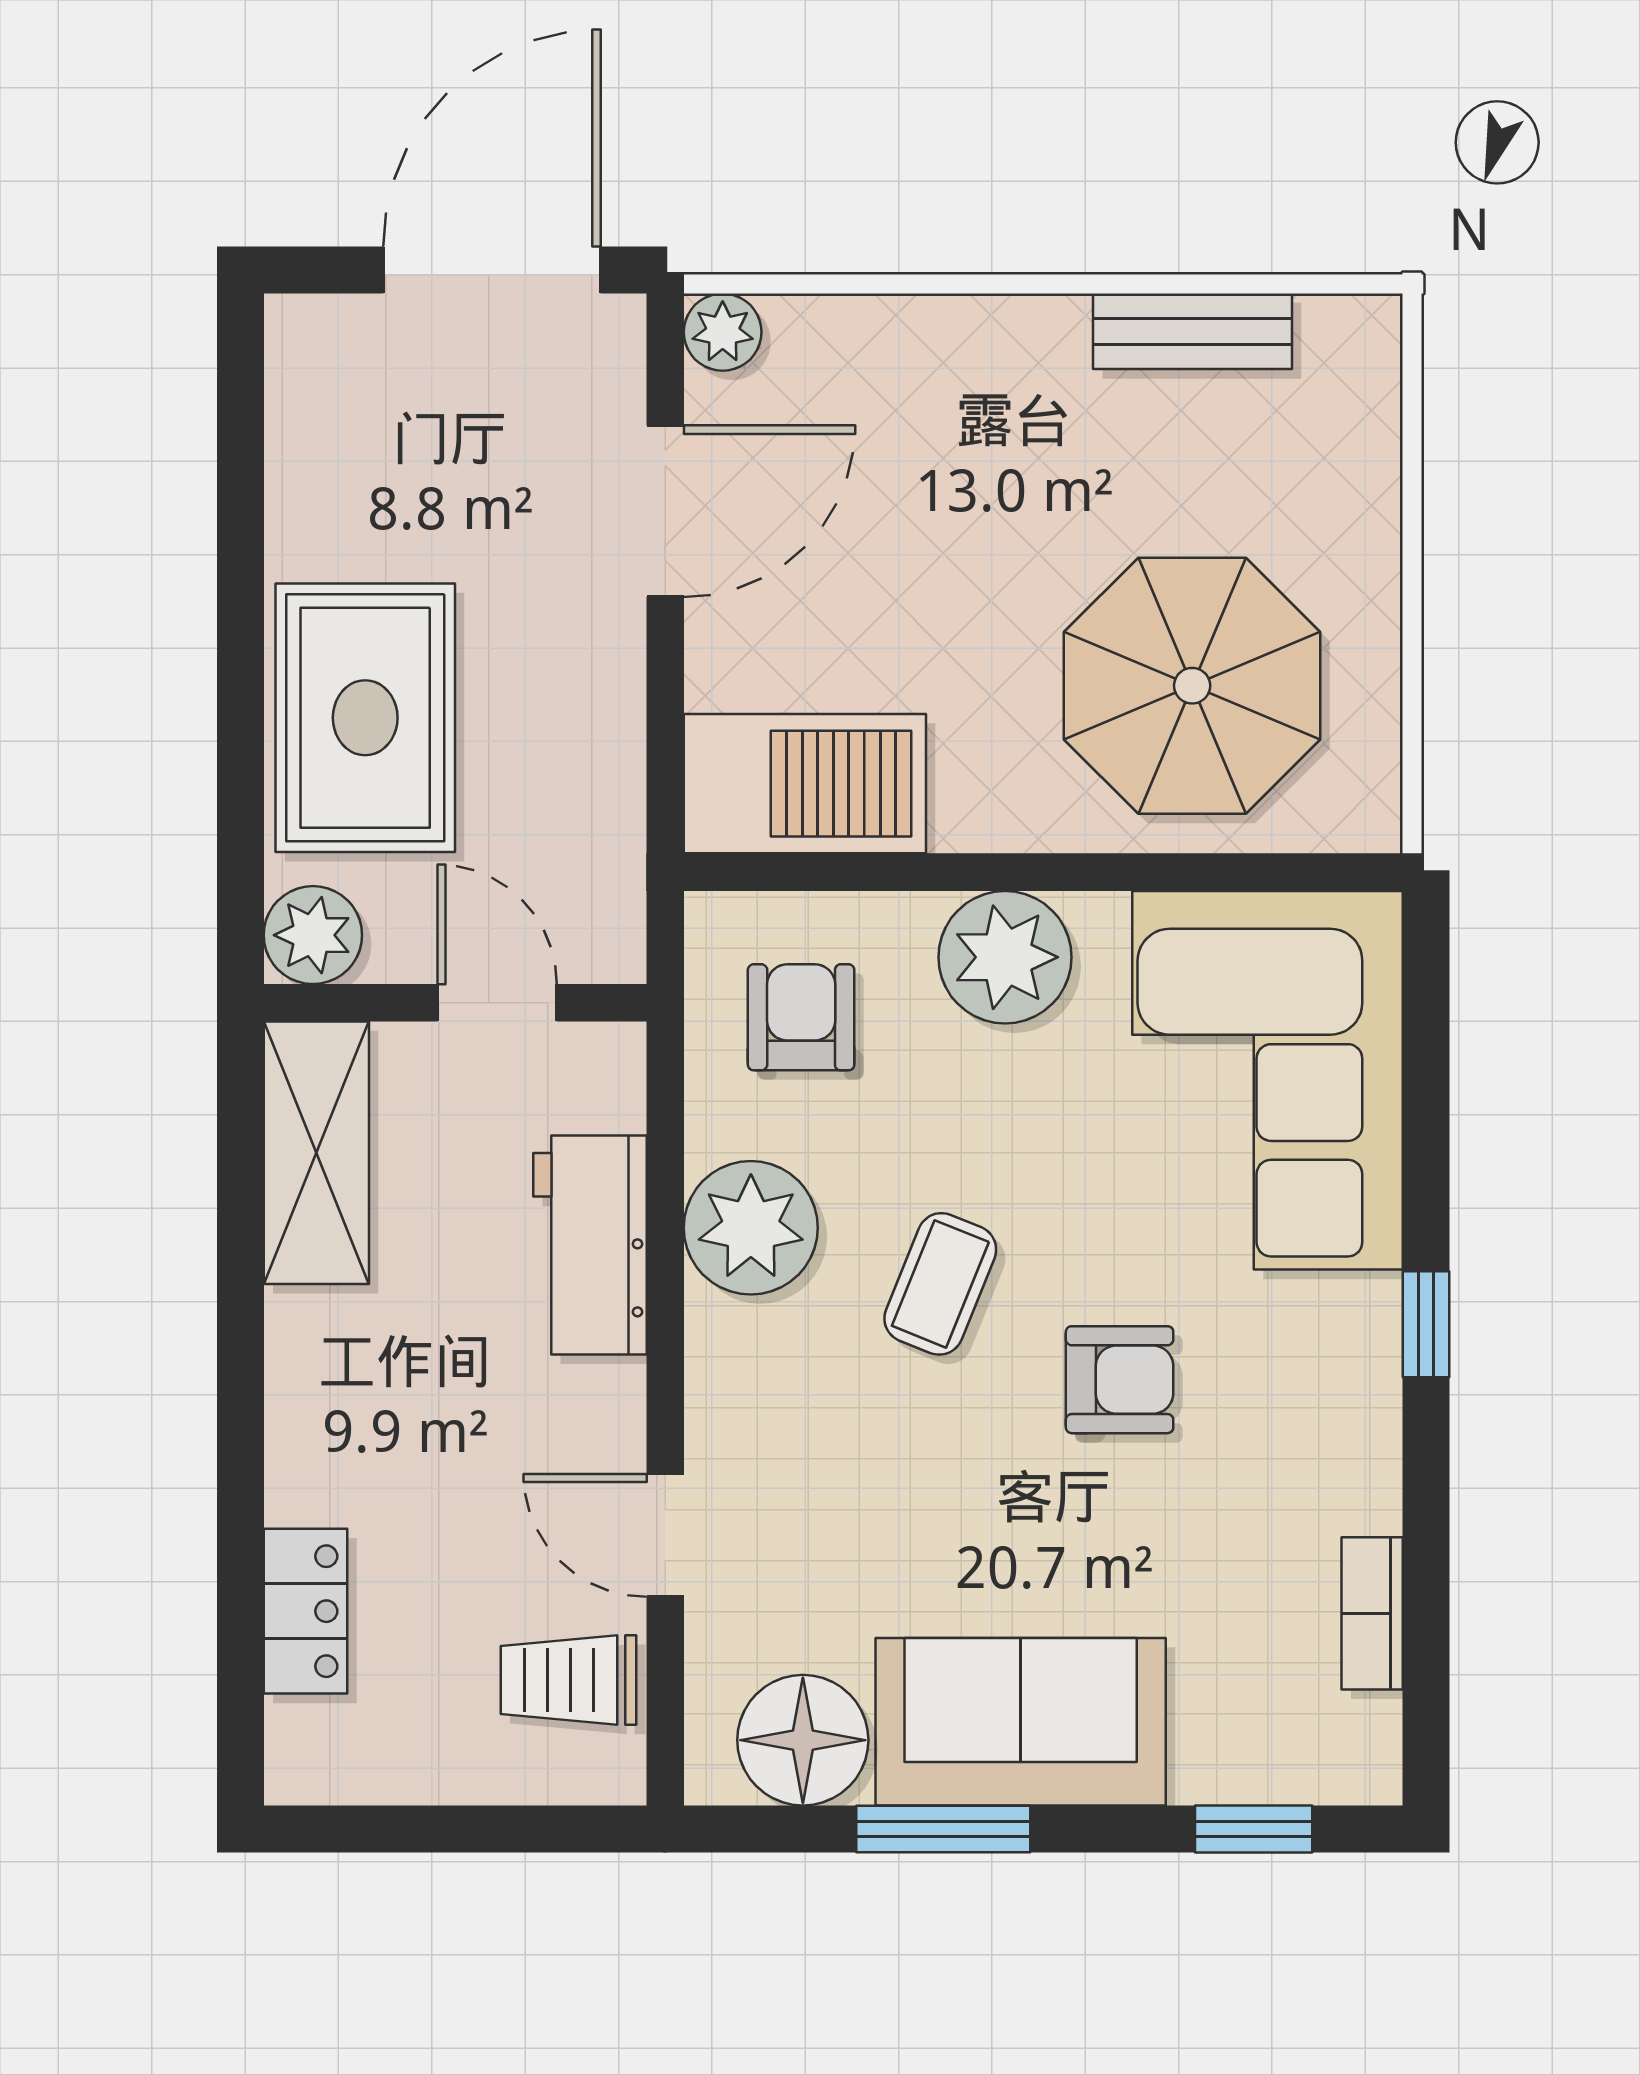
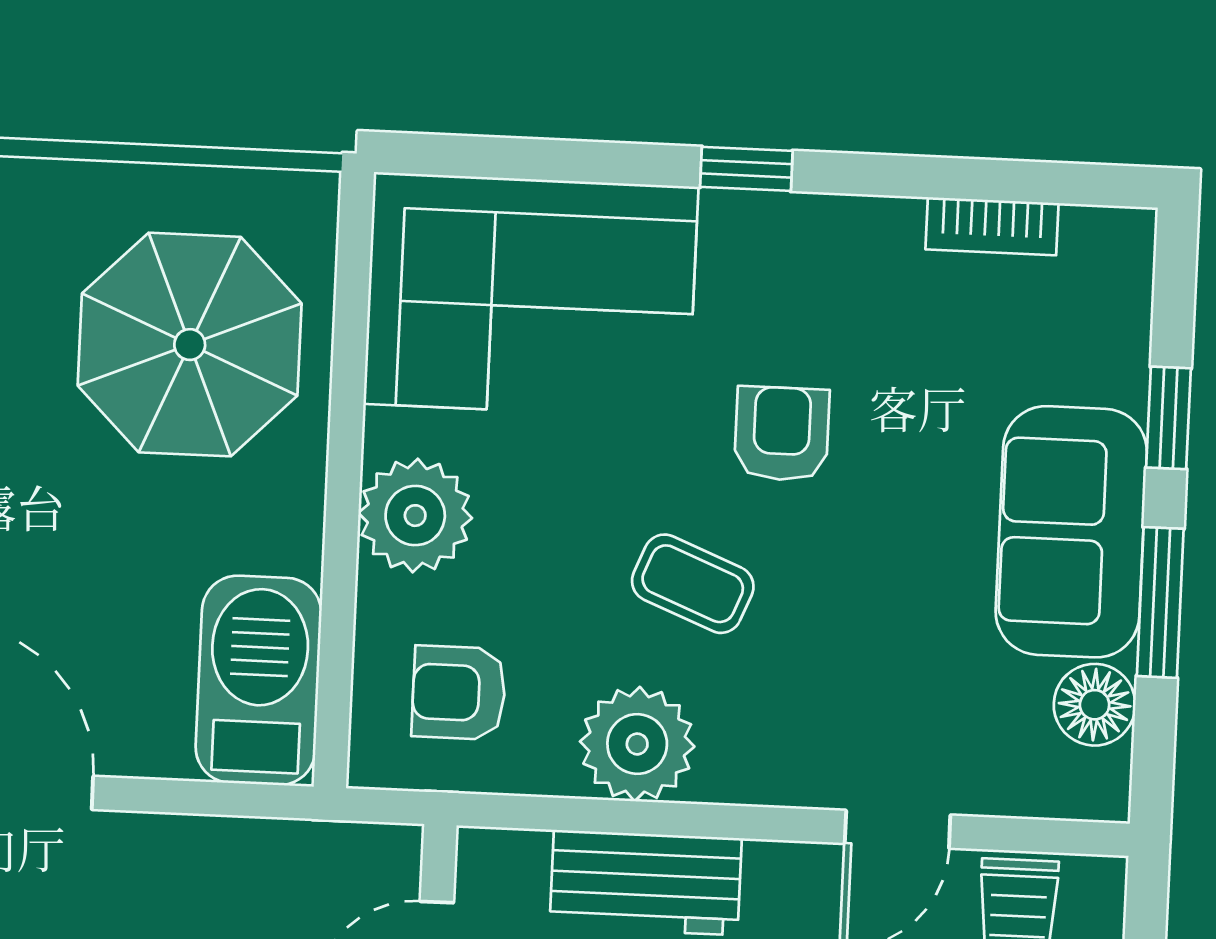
floor lamp: (803, 1740) -> (1095, 705), width x0.73, depth x0.73
window: (1254, 1829) -> (1169, 418), moved

